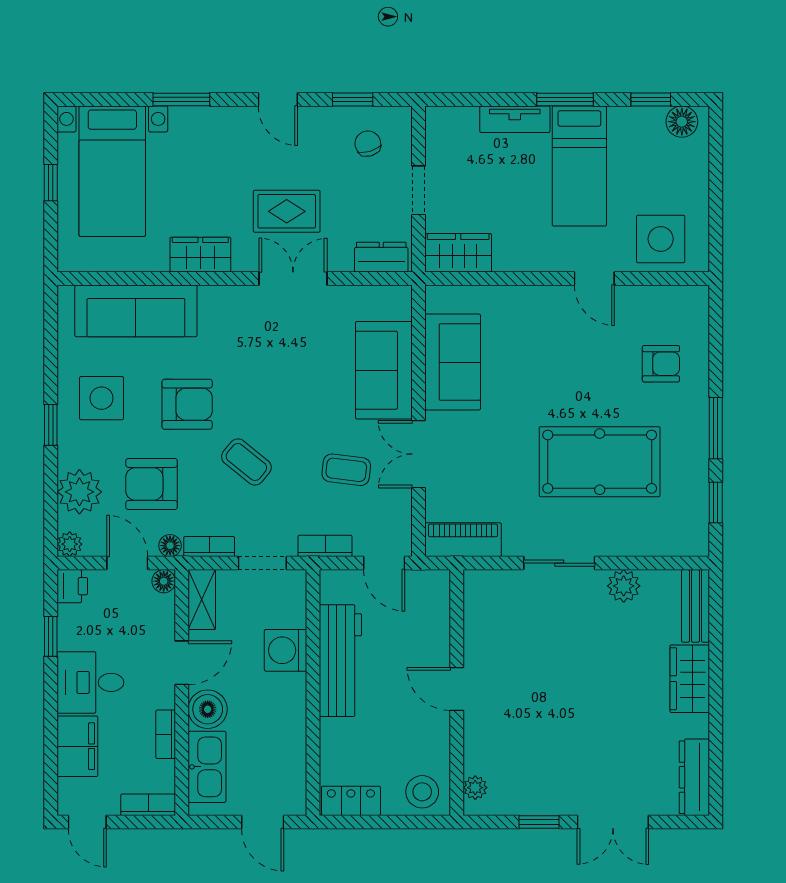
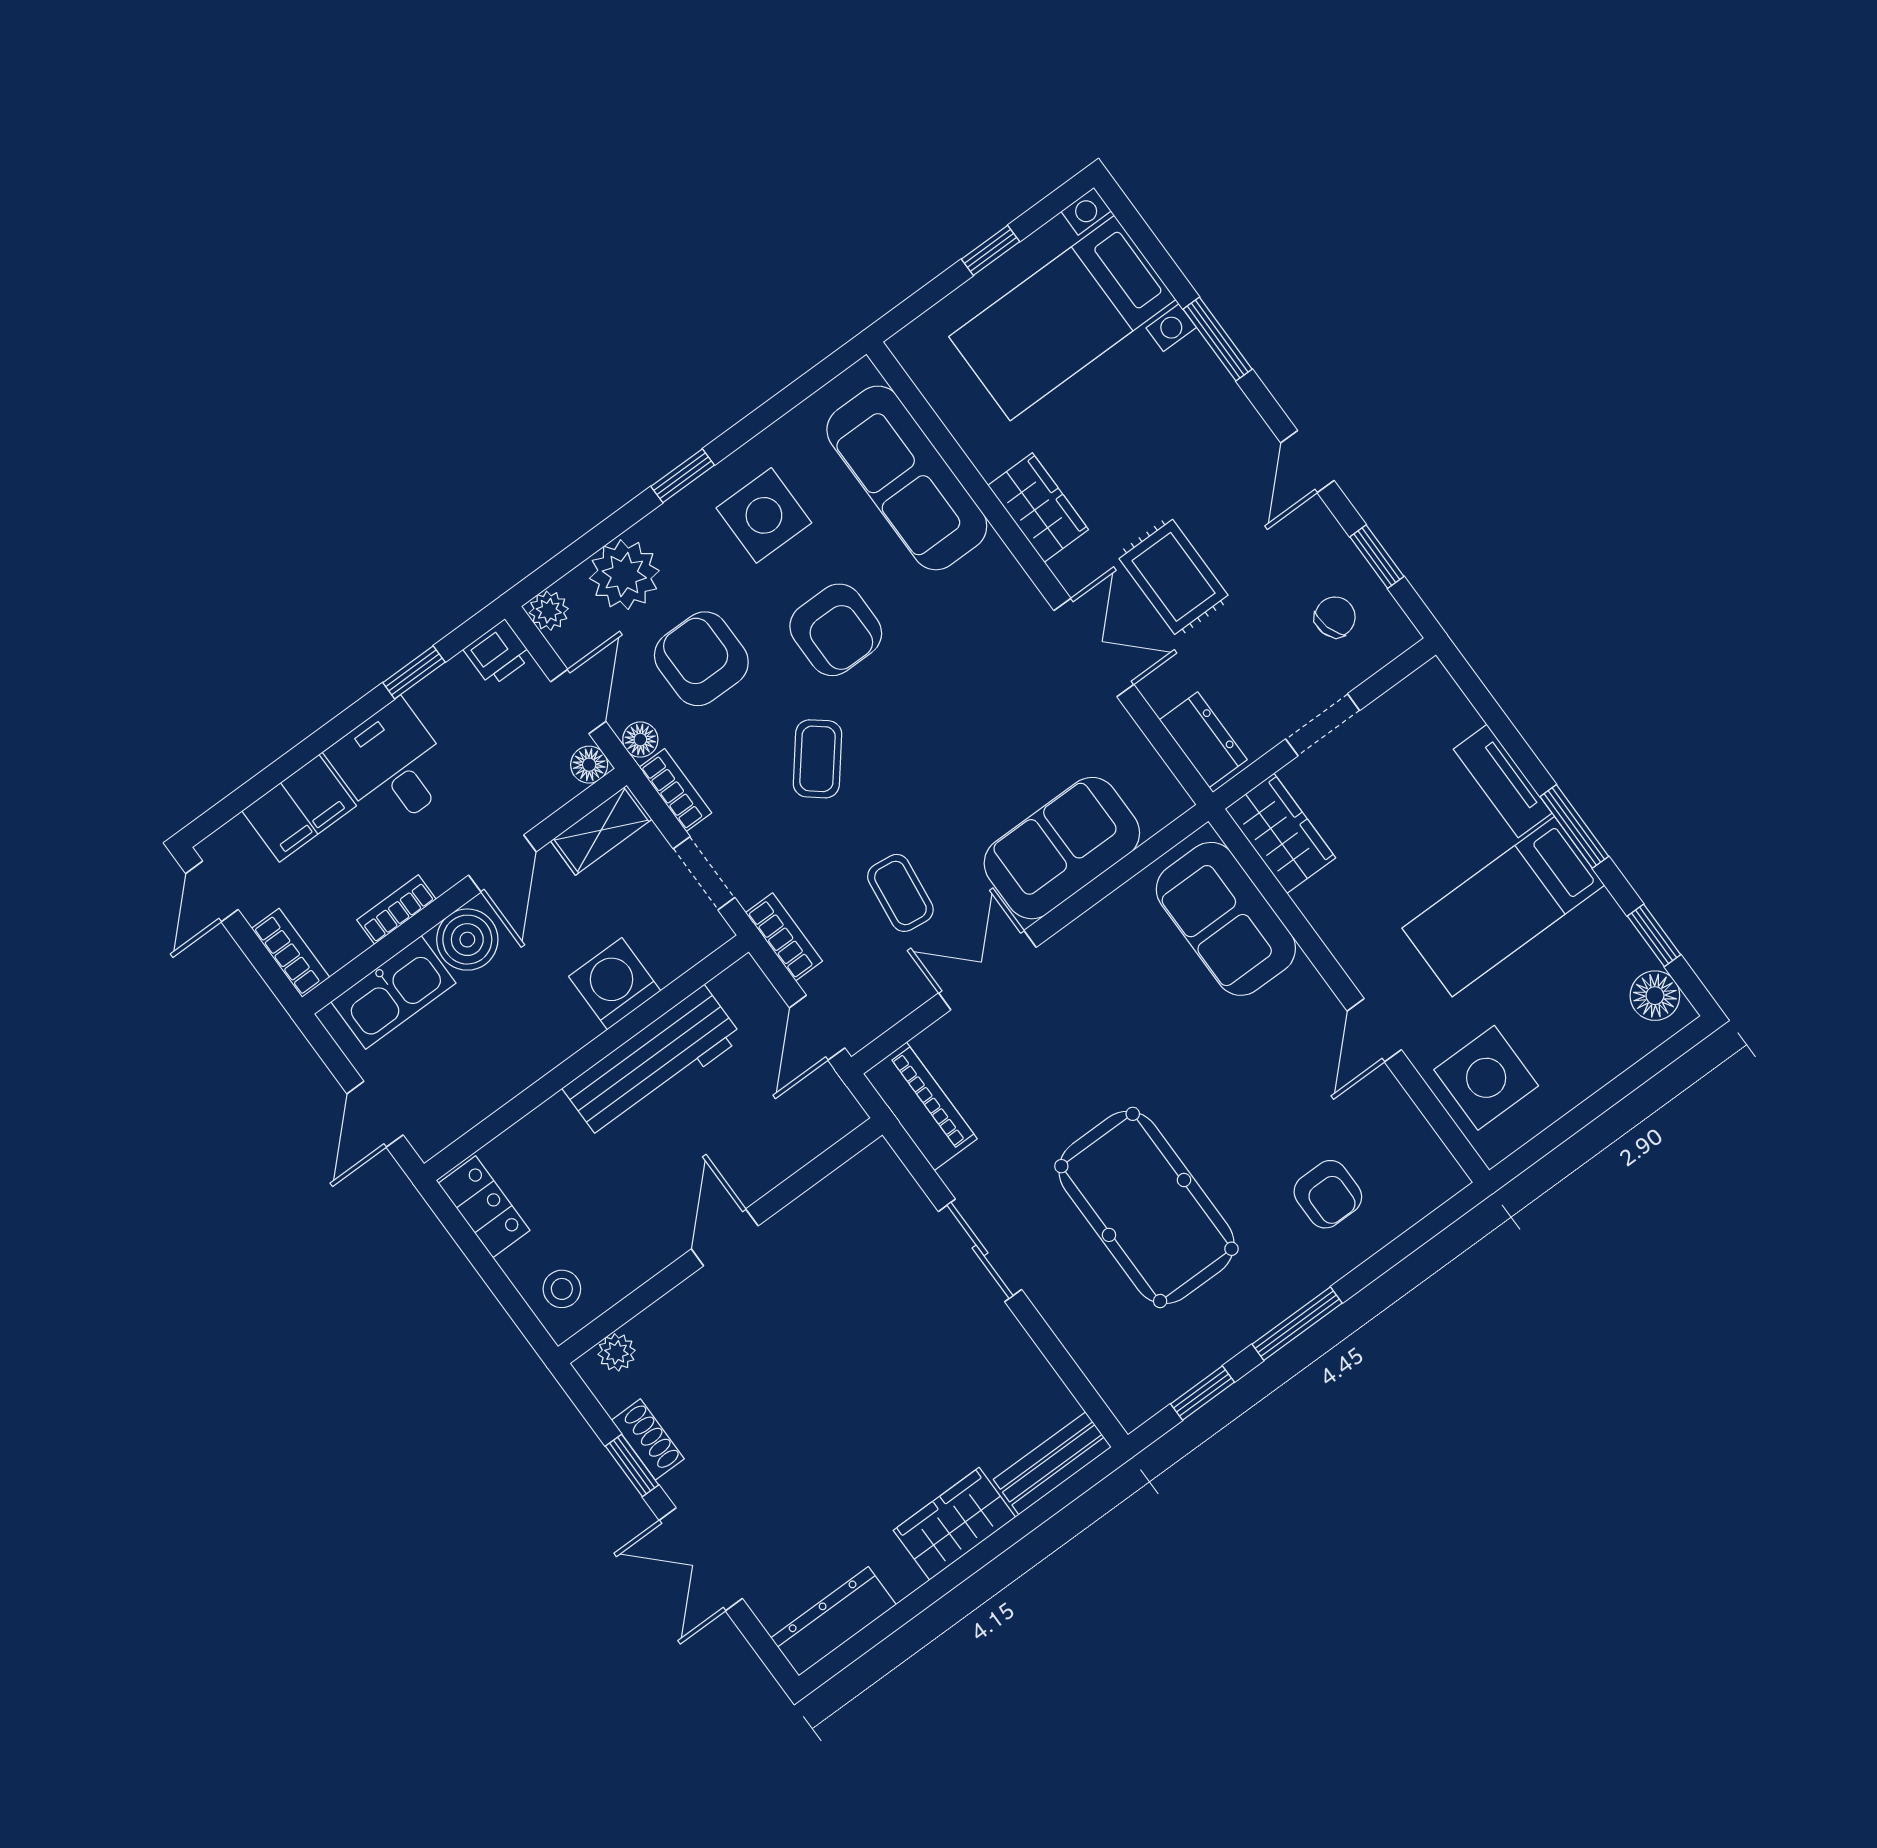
sofa: (453, 362) -> (1226, 919), moved, turned 90
plant: (624, 586) -> (1011, 1353), removed
door: (182, 663) -> (502, 863), hinge flipped
stool: (422, 792) -> (562, 1289), width x0.73, depth x0.73
shoe rack: (532, 804) -> (648, 1439), added

